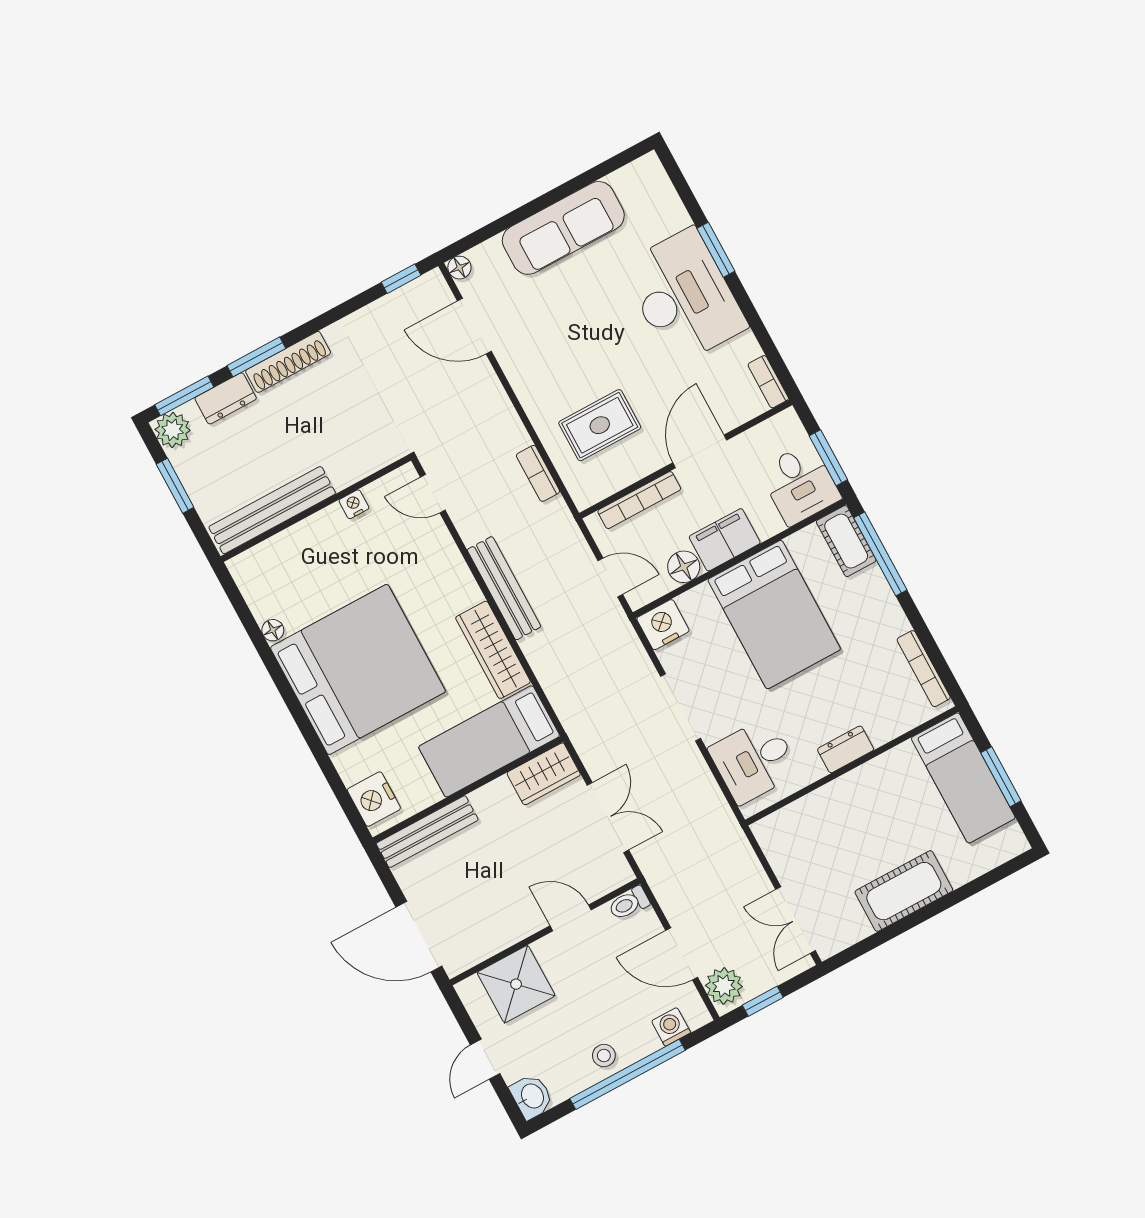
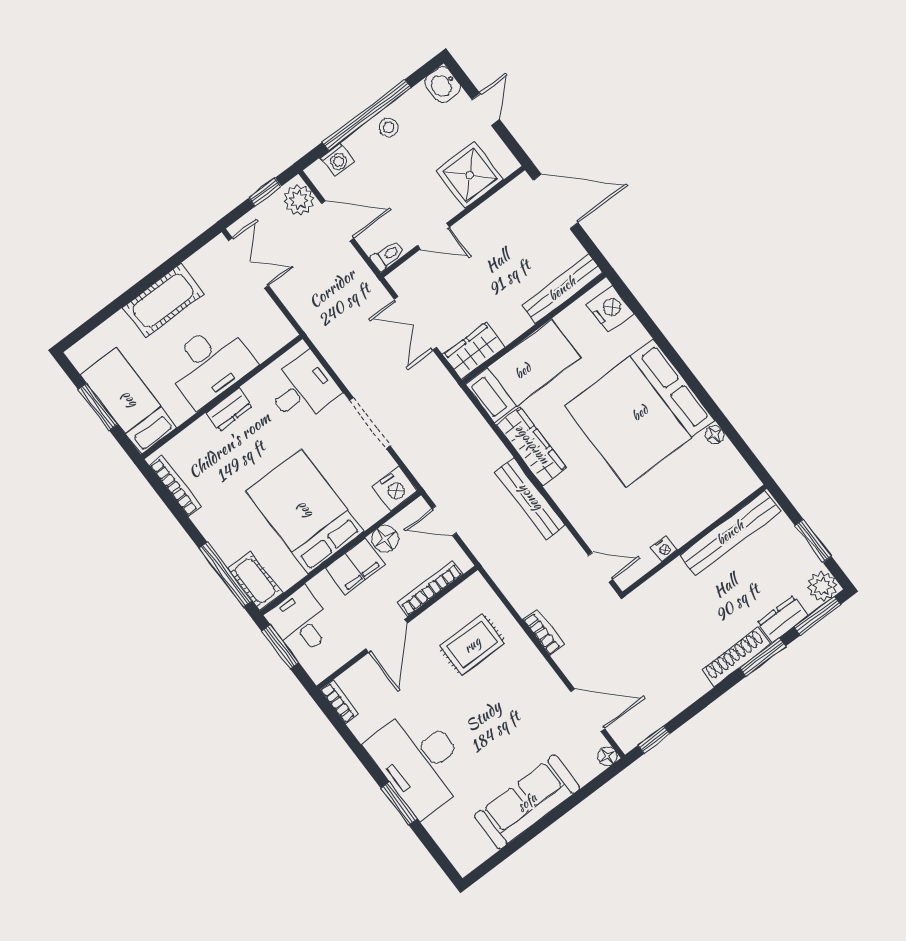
bookcase: (538, 473) -> (544, 633), moved
desk: (861, 807) -> (209, 364), added

